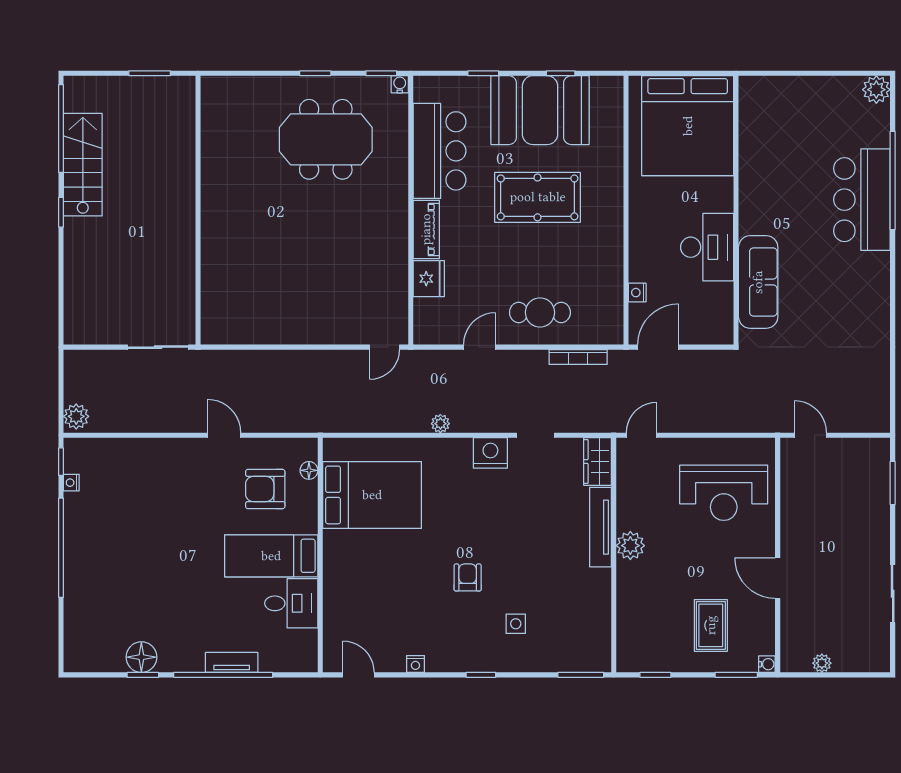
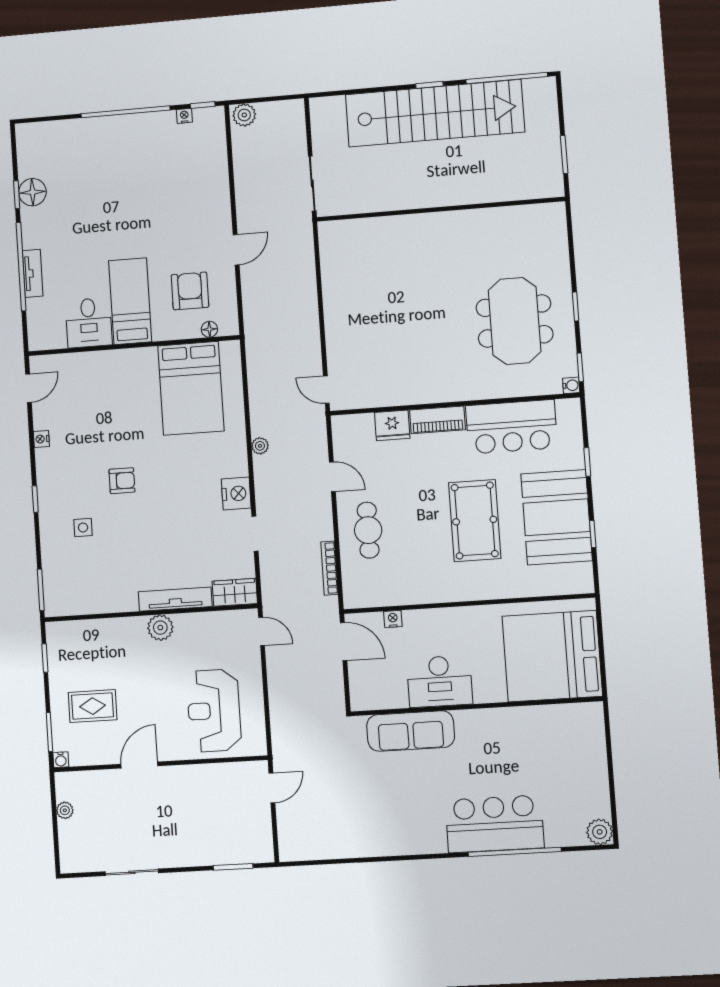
stairs: (83, 165) -> (435, 113), width x1.86, depth x1.51

